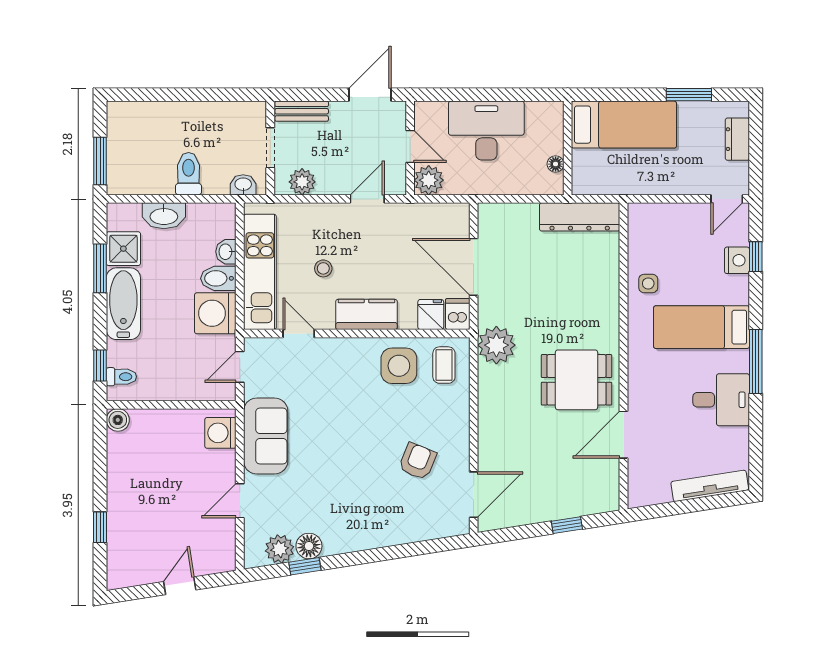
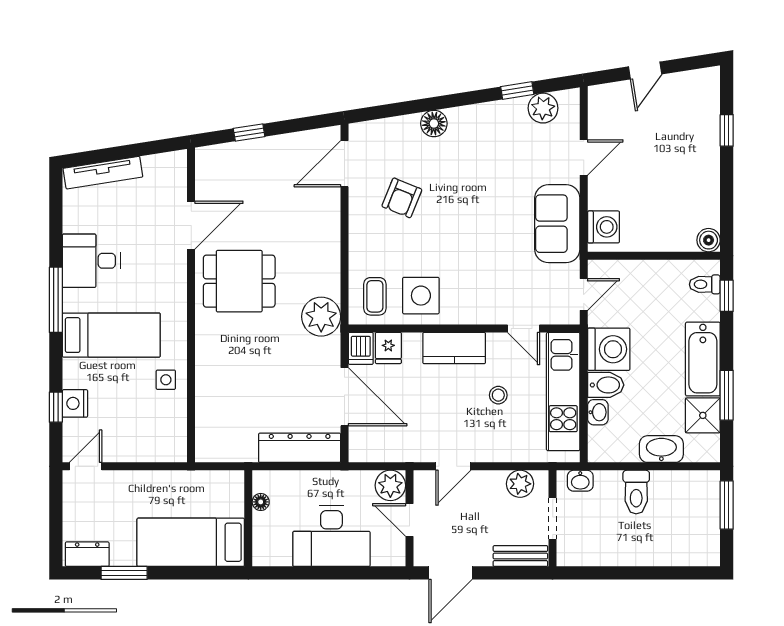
dresser: (737, 139) -> (87, 554), moved, turned -90
dresser: (580, 217) -> (300, 448), moved
floor lamp: (309, 546) -> (434, 123), moved

